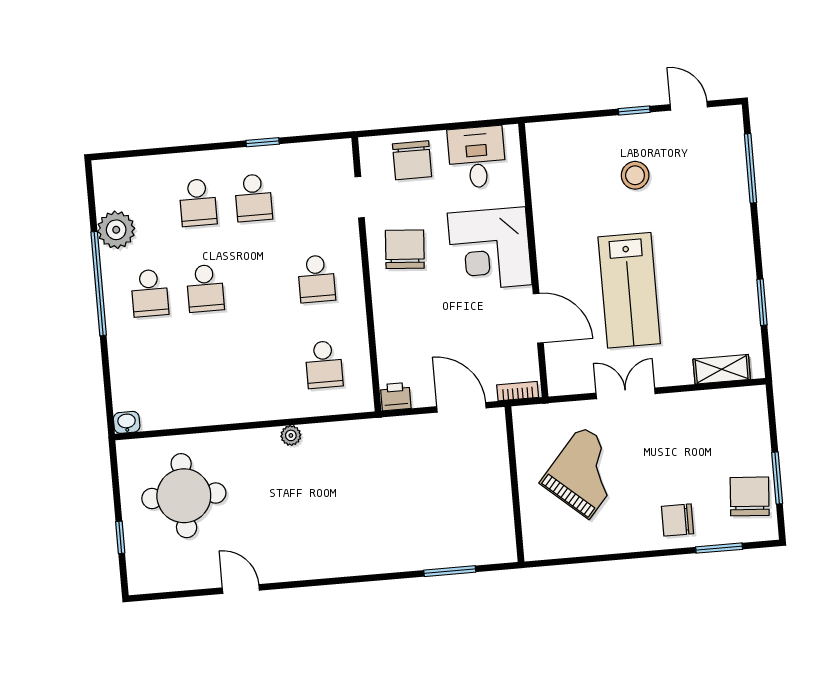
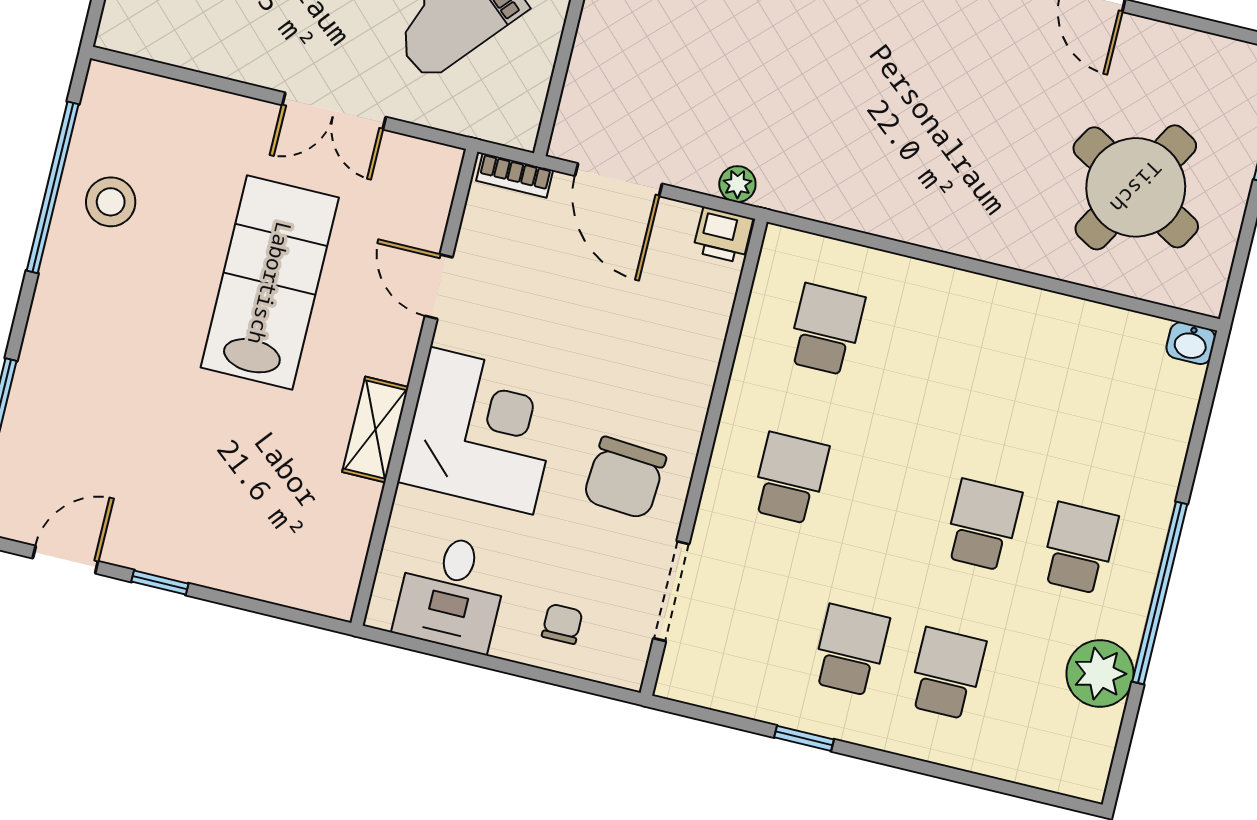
door: (689, 106) -> (65, 560), swing flipped
chair: (412, 160) -> (562, 624), width x0.54, depth x0.54
stool: (635, 175) -> (111, 202), moved
doorway: (360, 197) -> (671, 591), width x1.38
window: (762, 302) -> (53, 187), width x2.11
door: (538, 318) -> (439, 287), width x0.73
shelving: (722, 369) -> (375, 430), moved, turned 90
plant: (291, 435) -> (737, 184), moved
round table: (184, 496) -> (1136, 187), turned 30

